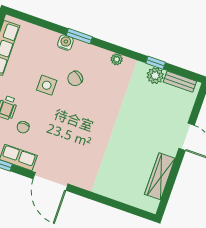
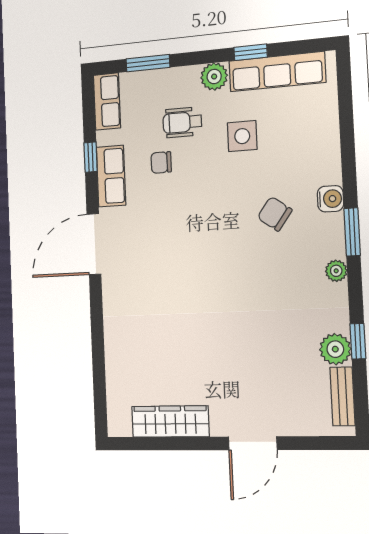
window: (79, 36) -> (352, 232), moved
water cooler: (65, 43) -> (330, 199), moved
side table: (47, 85) -> (242, 136), moved

